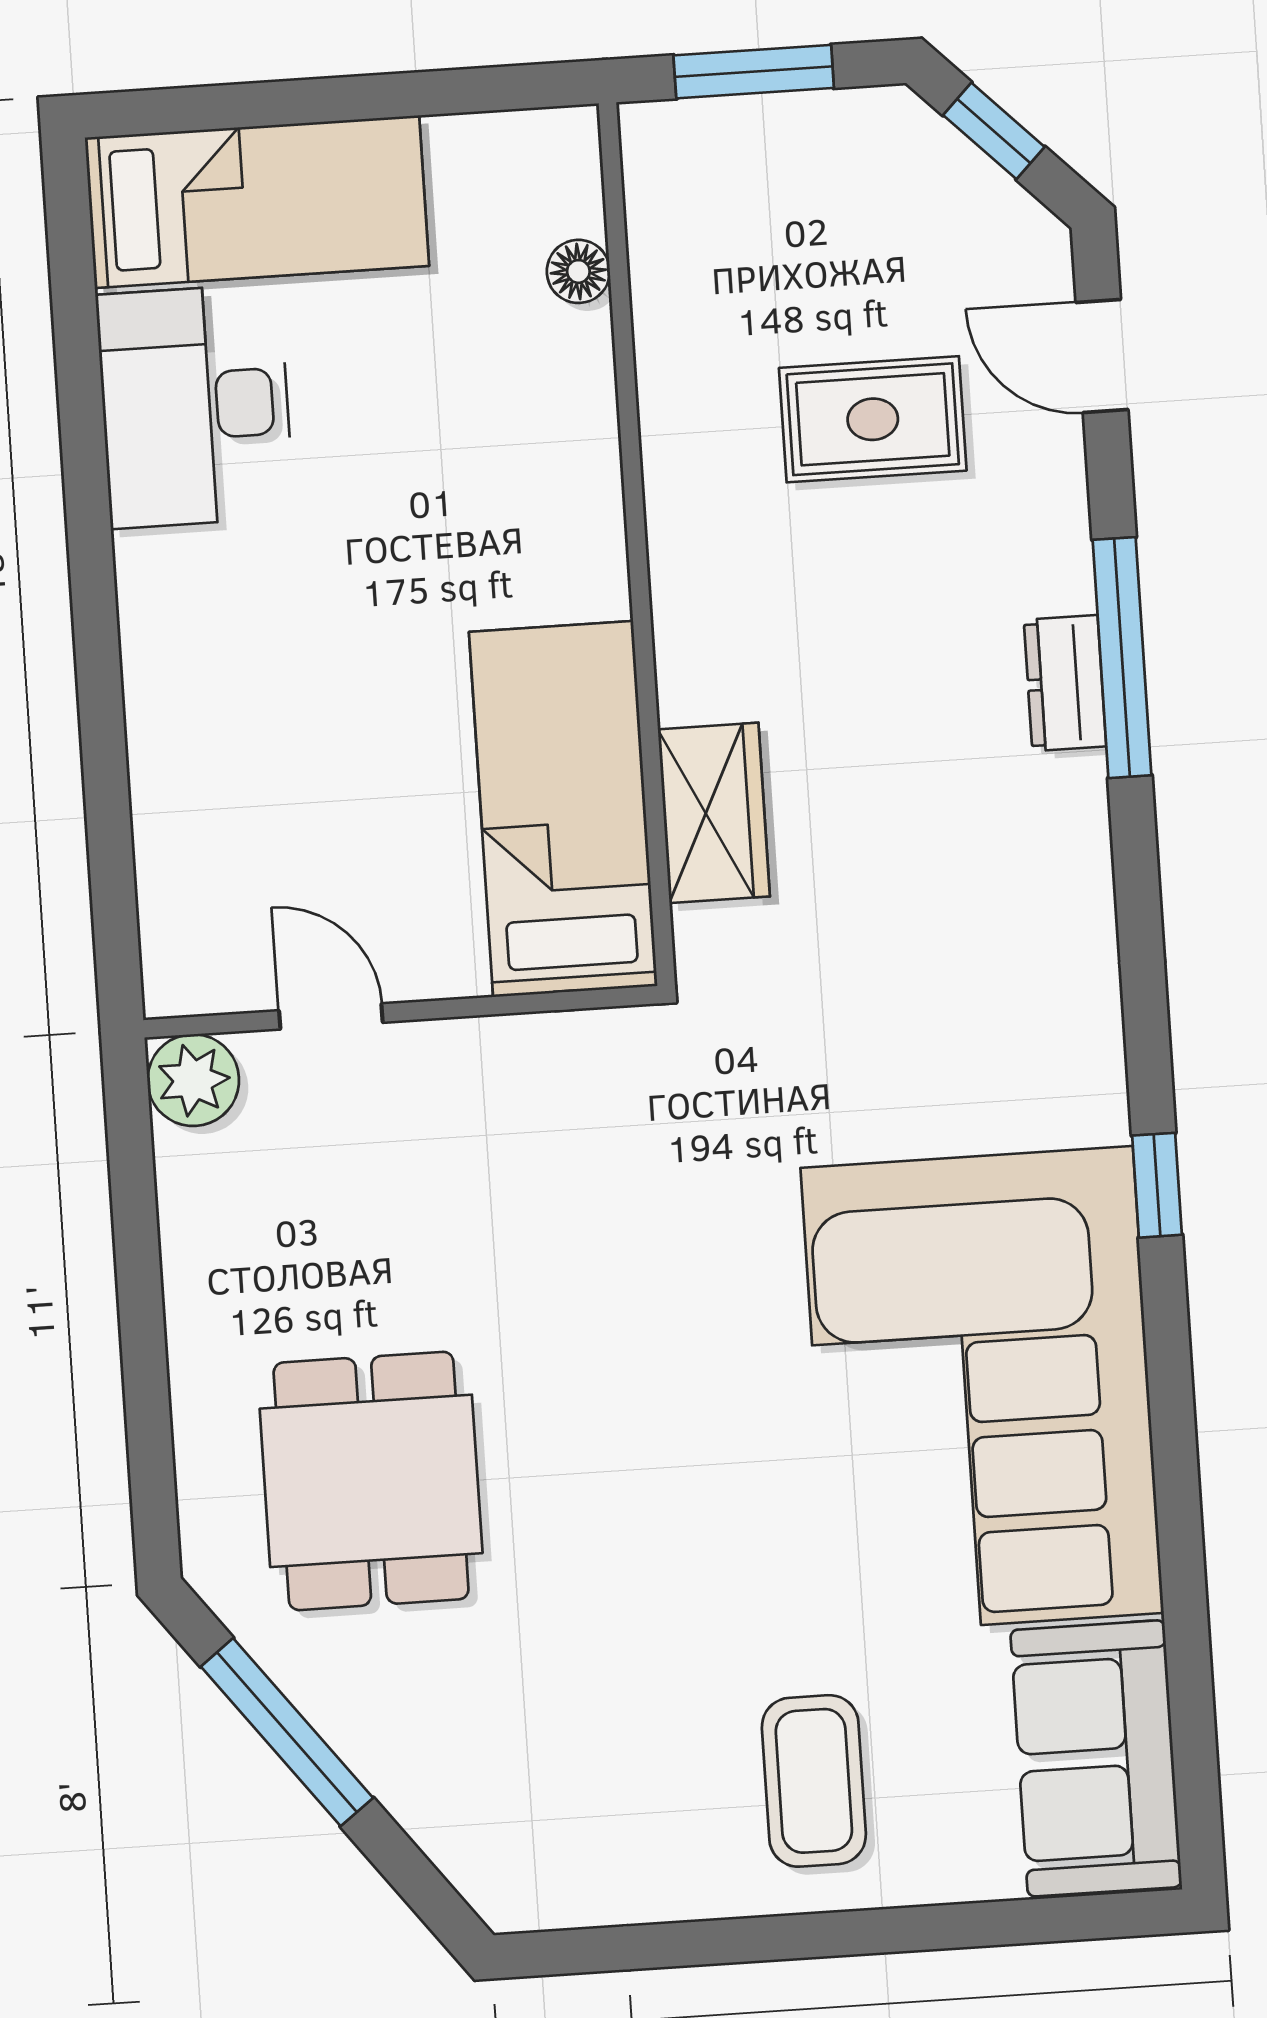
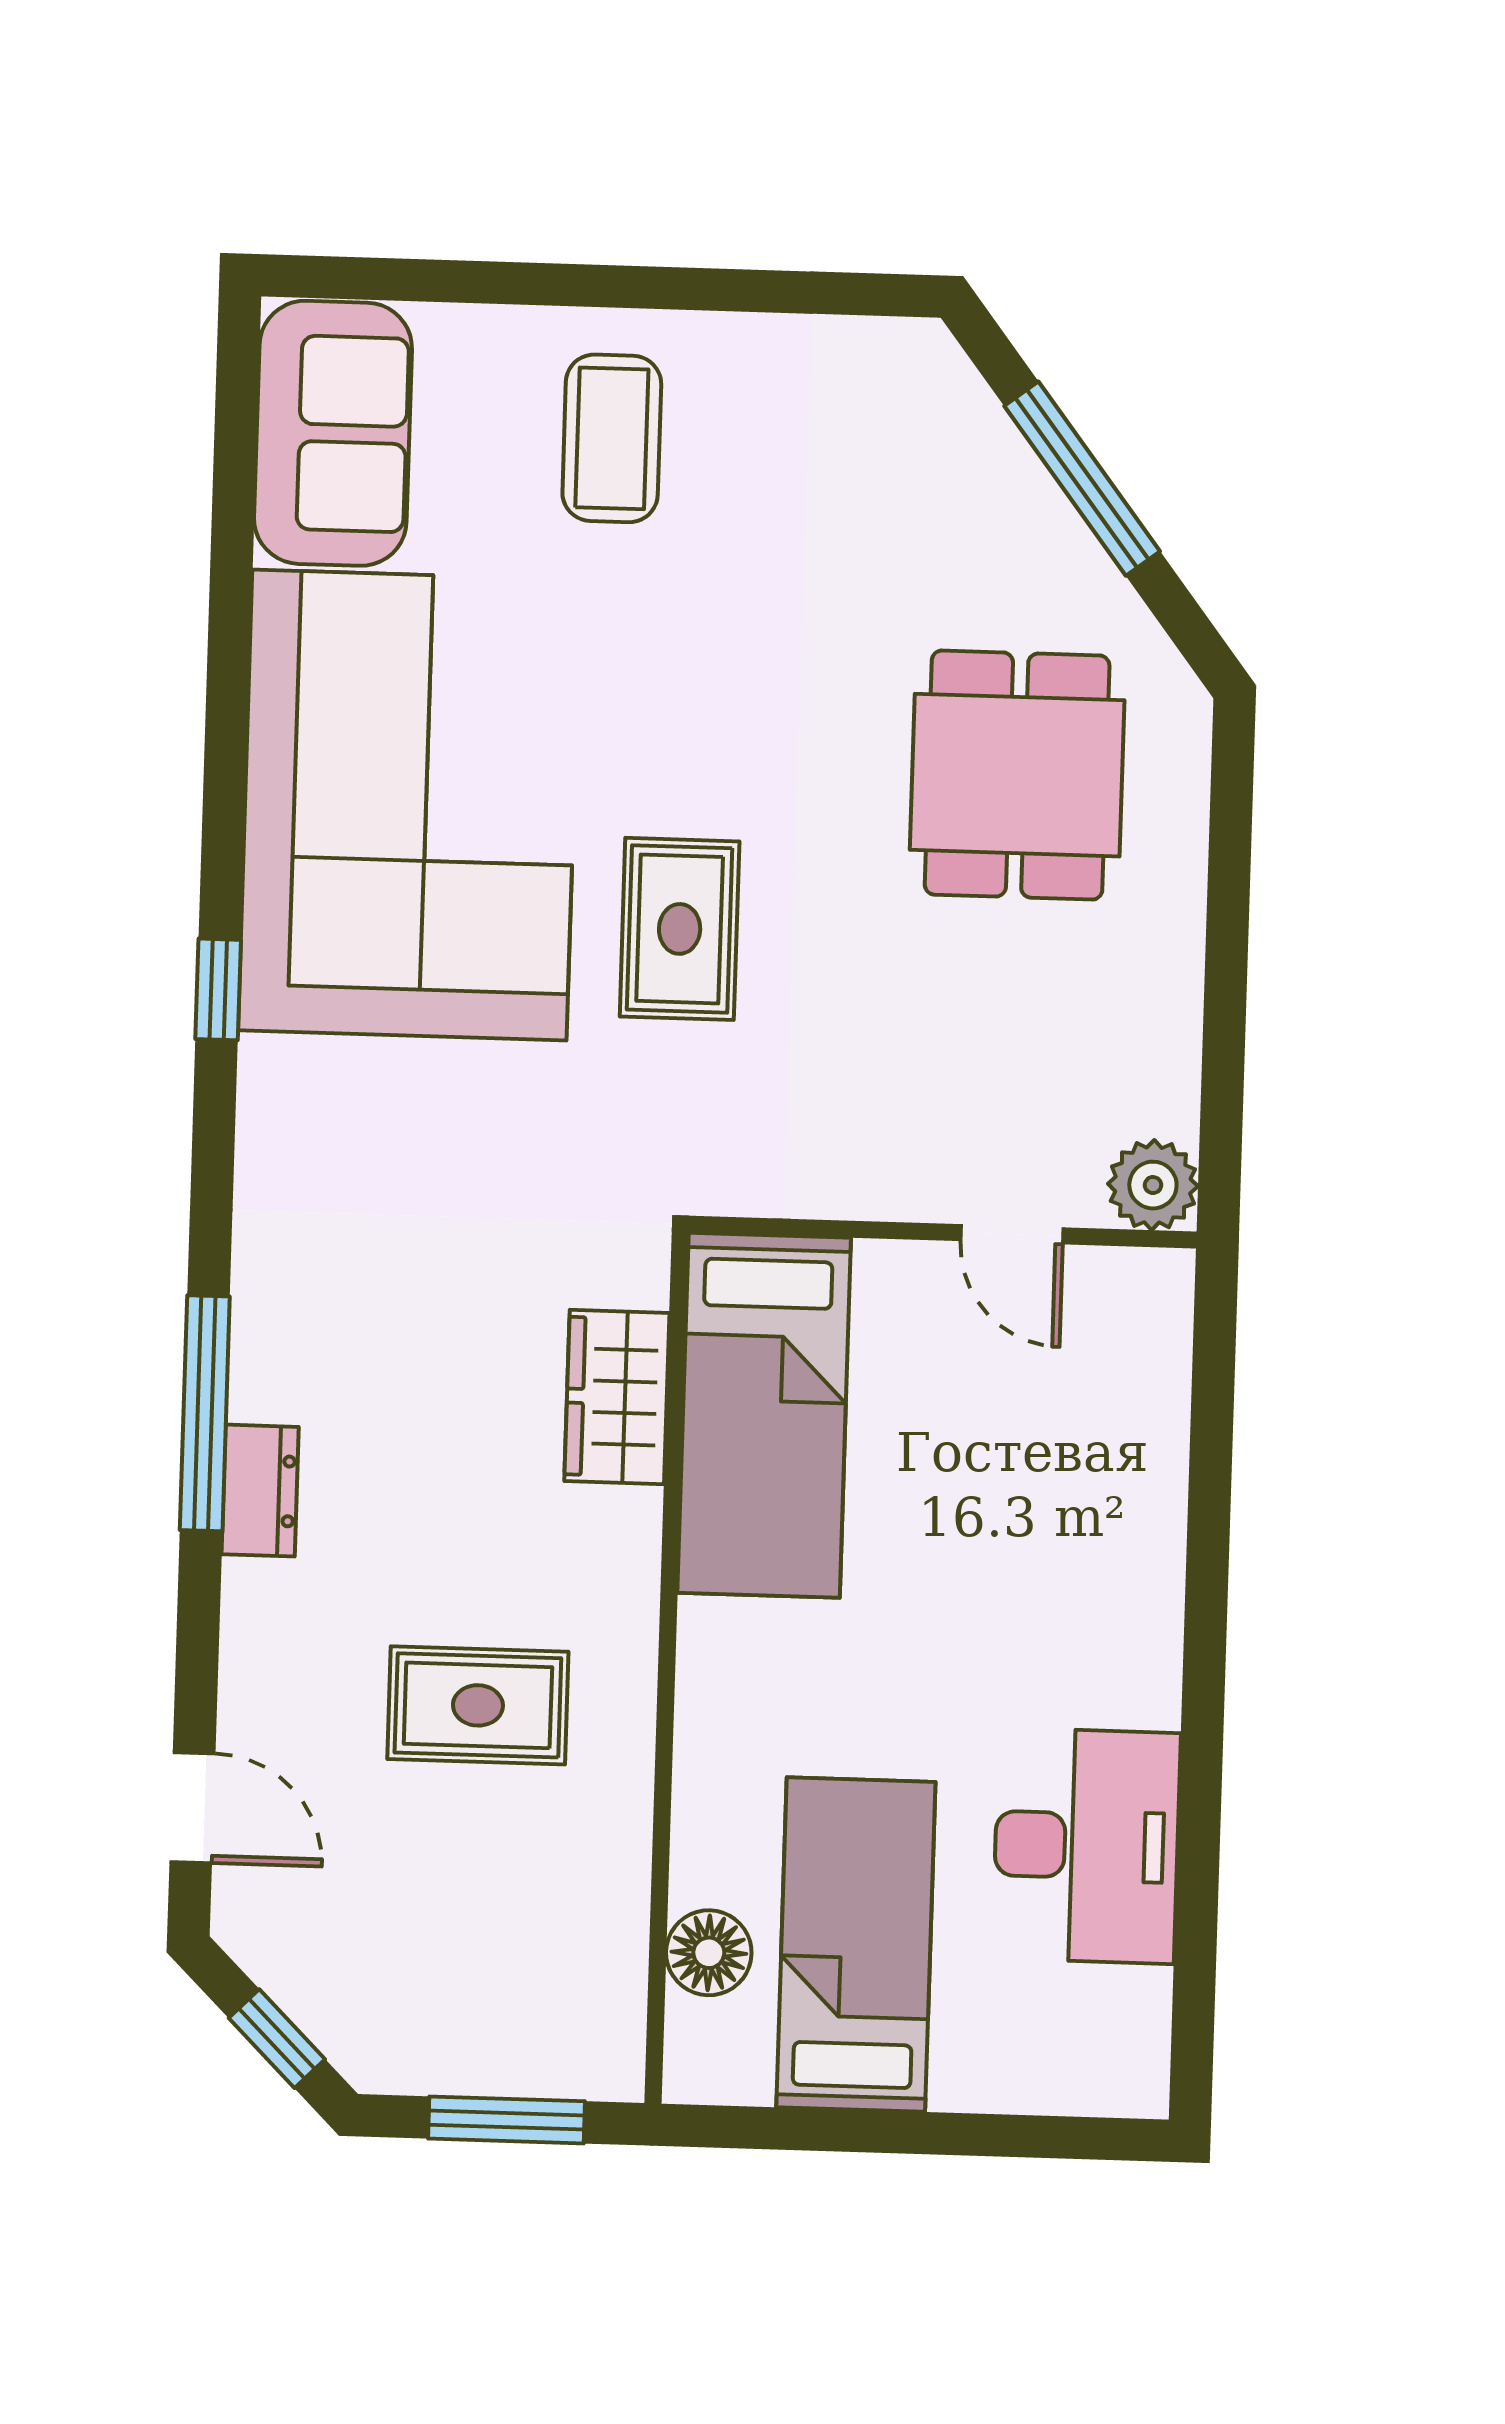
bed: (257, 202) -> (856, 1945), moved, turned 90
floor lamp: (578, 271) -> (709, 1953), width x1.37, depth x1.37
rug: (873, 419) -> (478, 1705), moved
window: (1122, 658) -> (205, 1413), moved
rug: (697, 1292) -> (680, 929), added
window: (287, 1732) -> (1082, 479), moved

